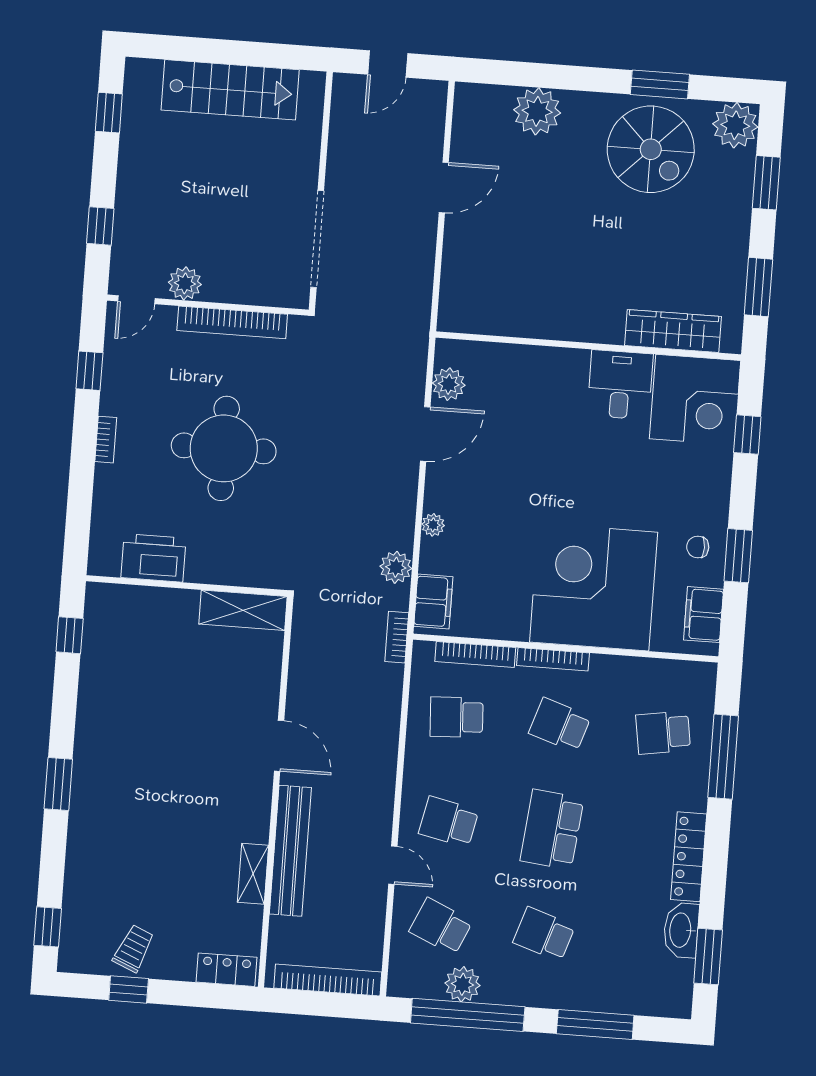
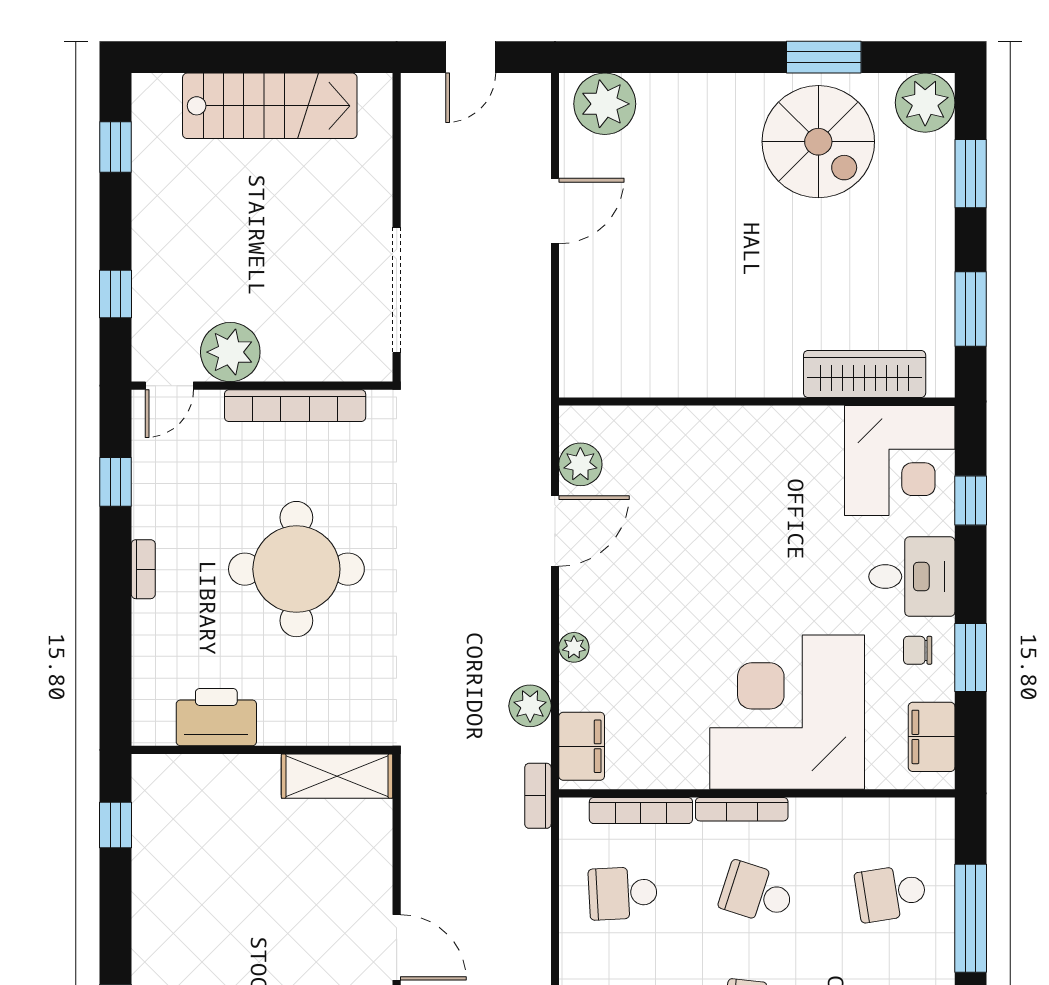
plant: (537, 111) -> (605, 104), moved
plant: (185, 283) -> (230, 352), width x1.36, depth x1.36
desk: (620, 385) -> (912, 577), moved, turned 90

